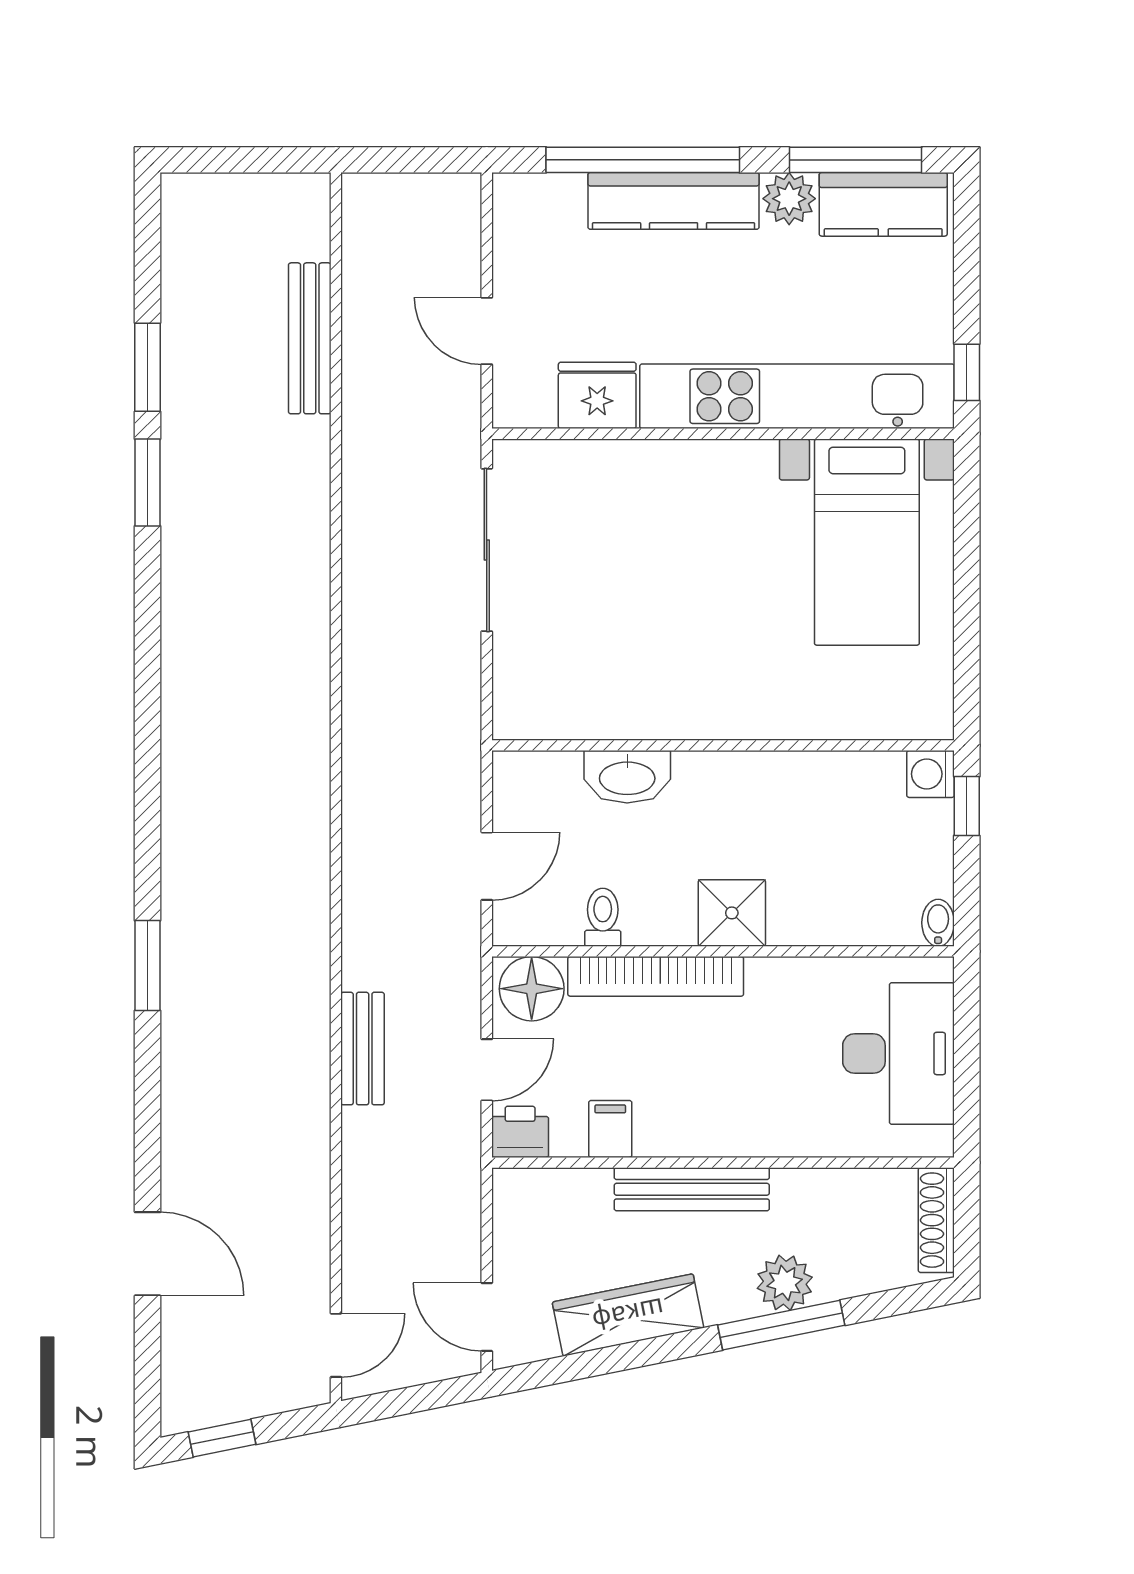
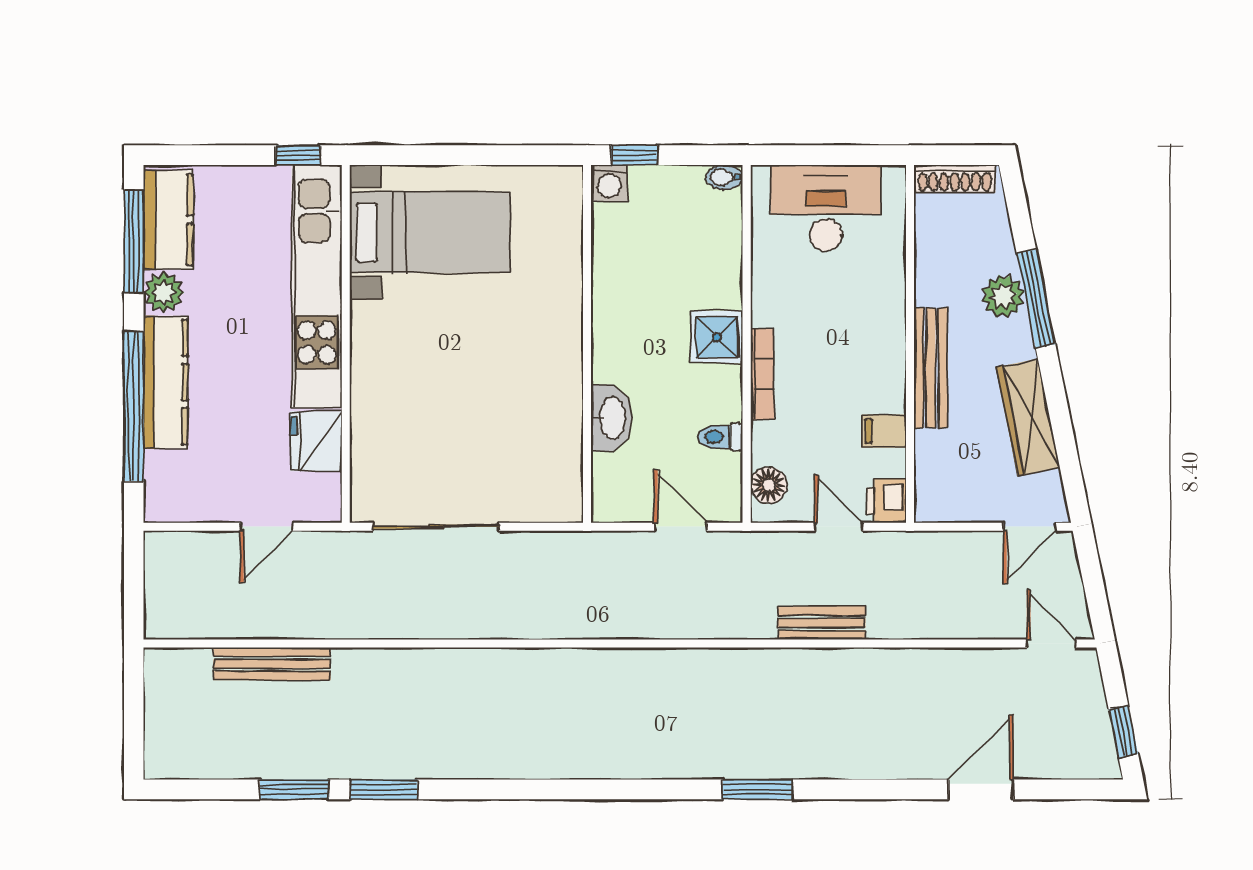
bookcase: (656, 976) -> (762, 374), width x0.68, depth x0.76
floor lamp: (532, 989) -> (769, 485), width x0.73, depth x0.73

